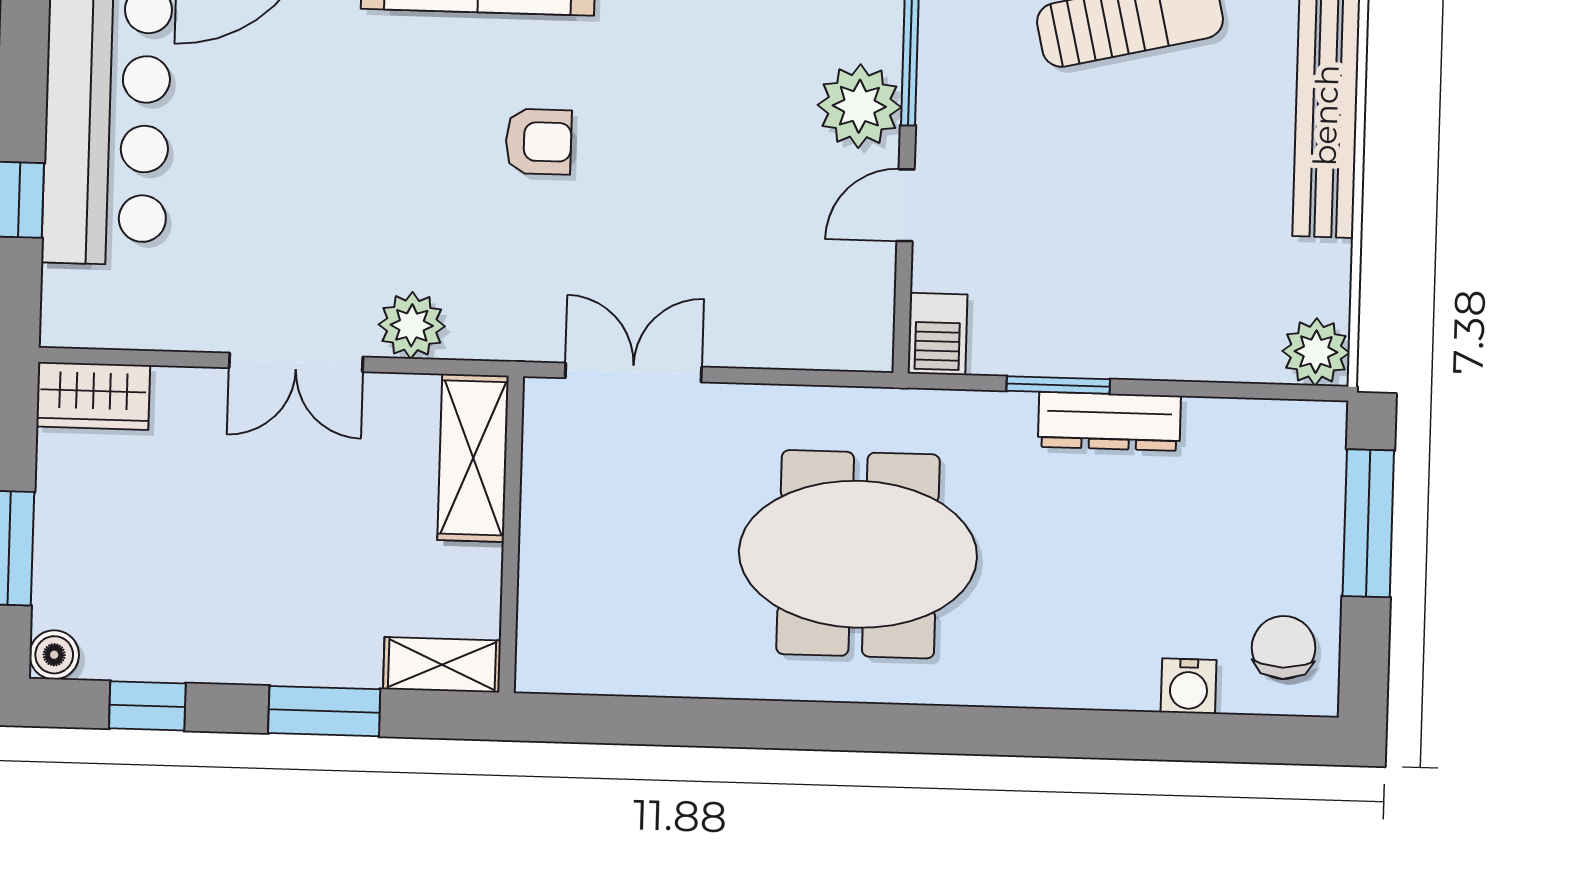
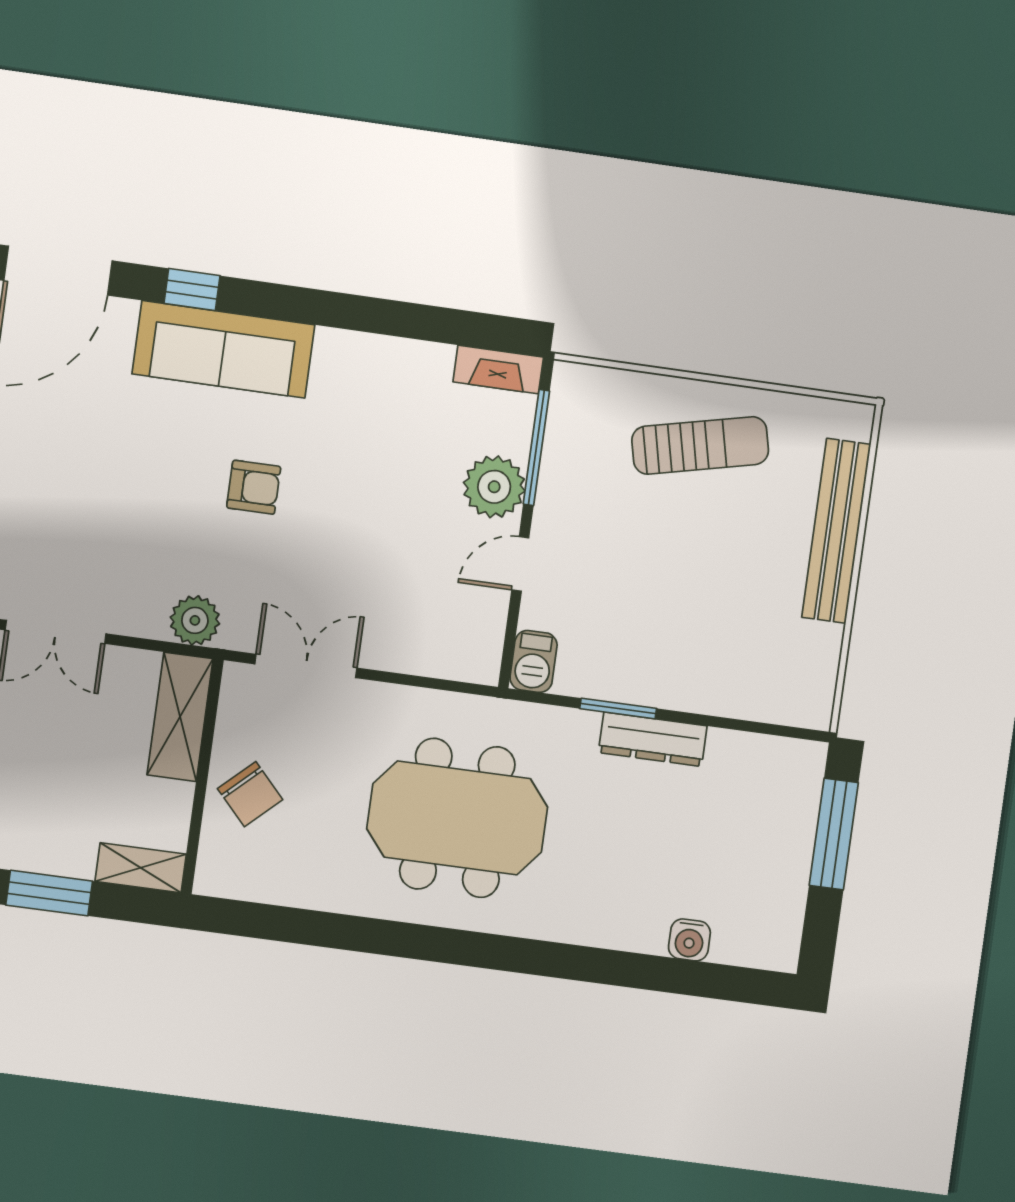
plant: (412, 325) -> (195, 620), moved
plant: (1316, 352) -> (809, 704), removed
chair: (1284, 647) -> (250, 794), moved, turned 137

